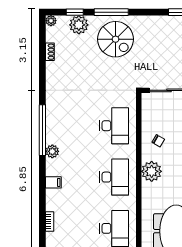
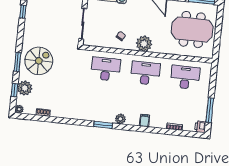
window: (111, 12) -> (17, 62), width x0.69
window: (42, 130) -> (103, 125), width x0.47

